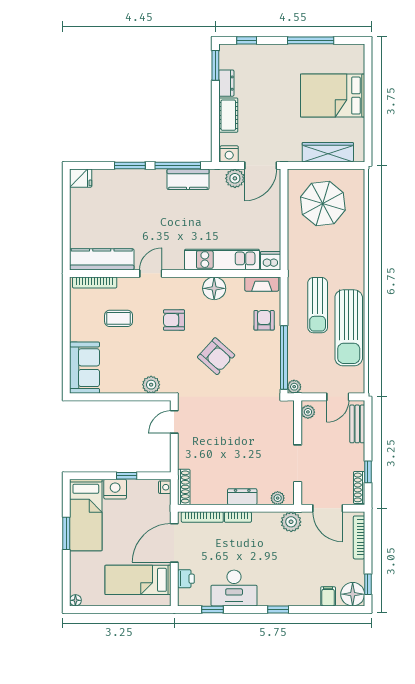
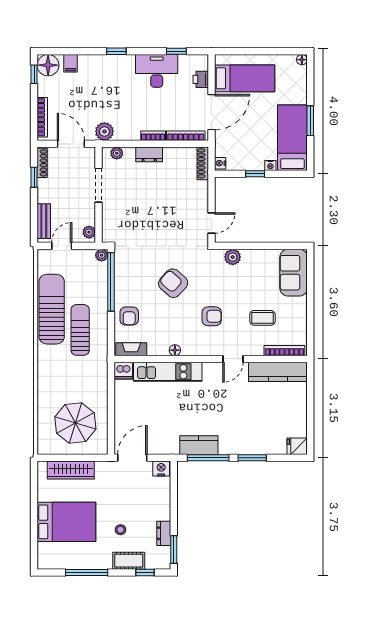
stool: (274, 87) -> (120, 530), added
cot: (228, 115) -> (129, 561), moved, turned 90
plant: (235, 178) -> (156, 446), removed
floor lamp: (214, 288) -> (175, 350), width x0.53, depth x0.53
nightstand: (115, 489) -> (270, 165), width x0.53, depth x0.56

